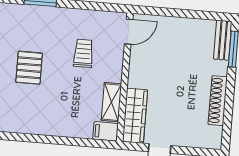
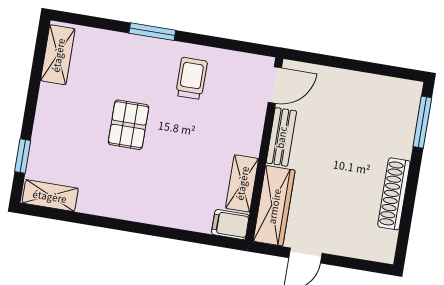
bench: (223, 40) -> (281, 137), moved
trolley: (83, 53) -> (191, 78), moved

